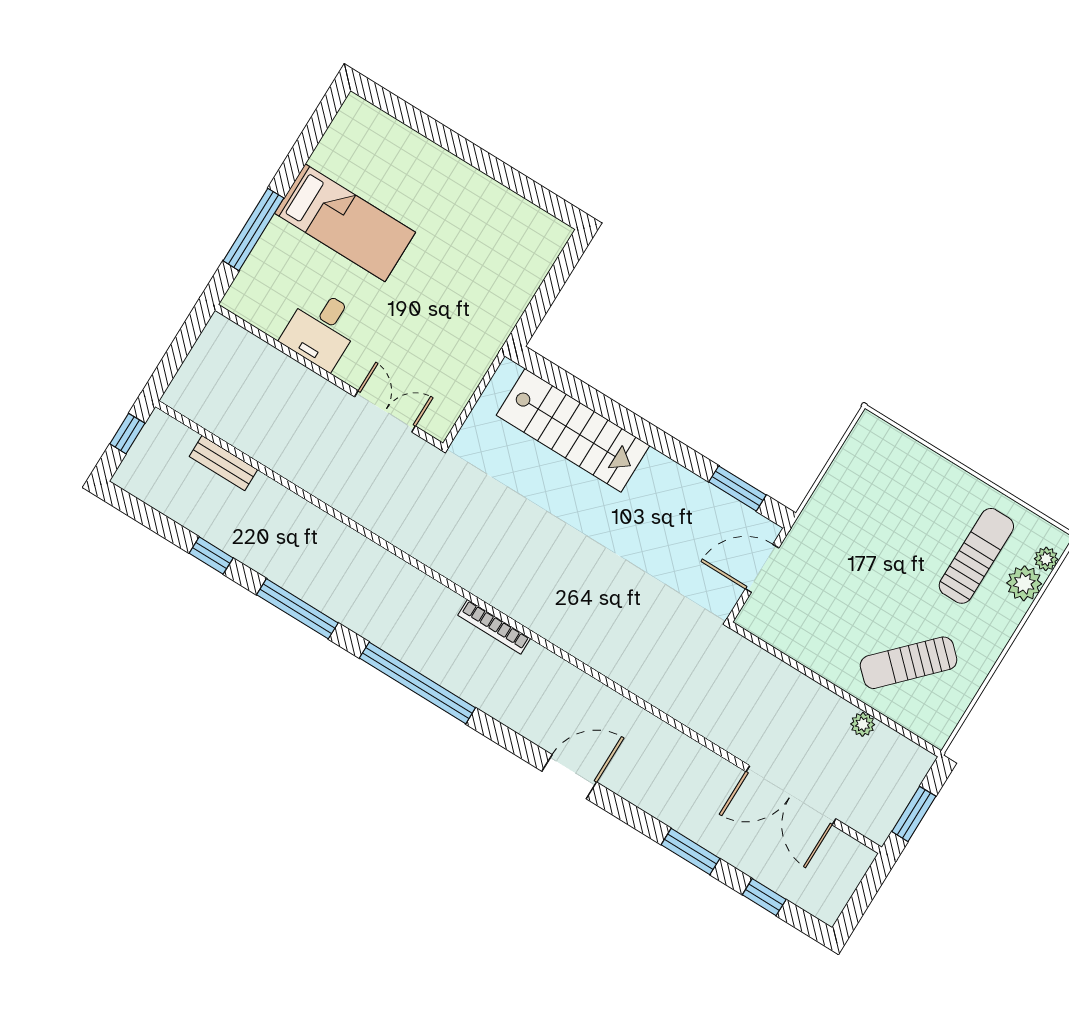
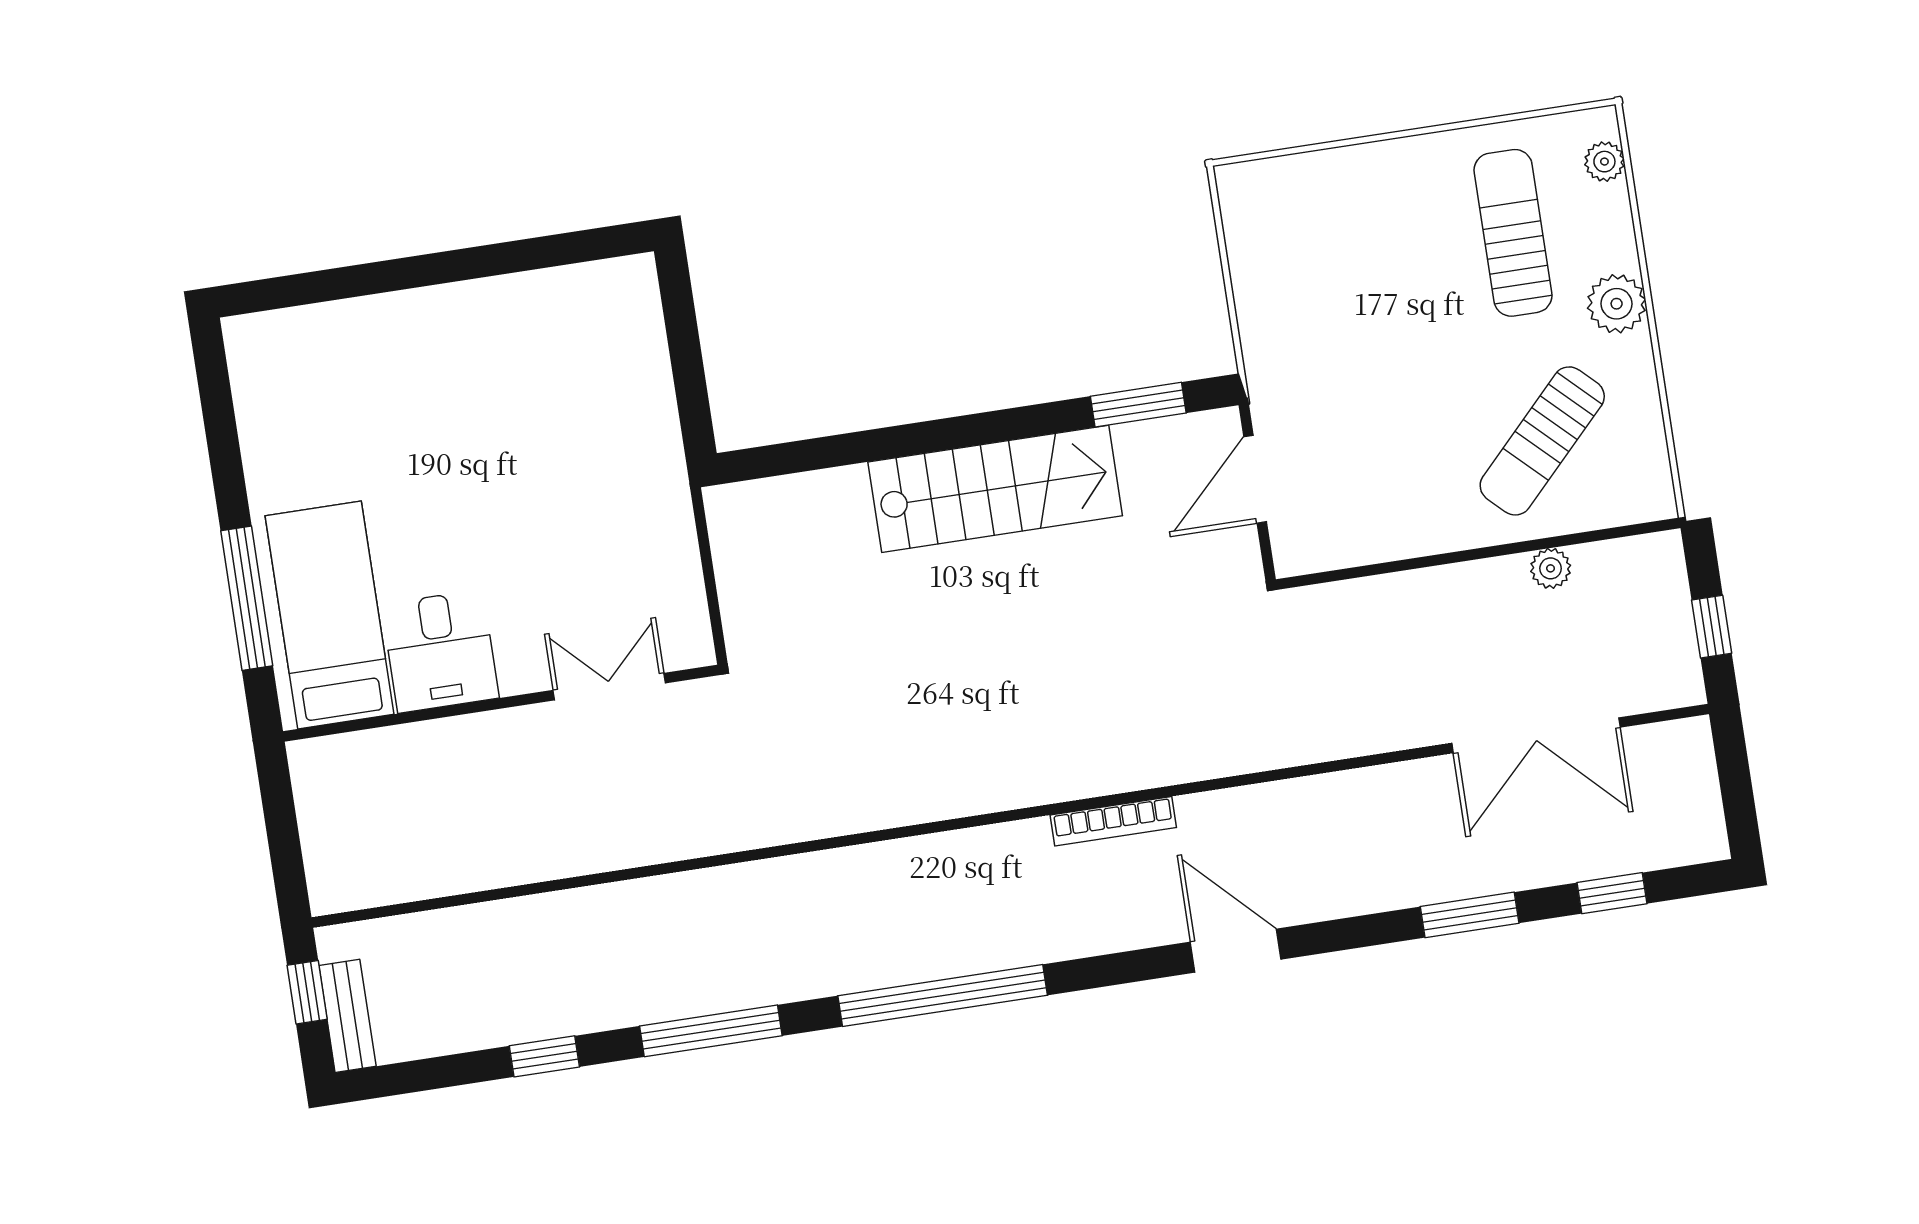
bed: (345, 223) -> (329, 615), moved, turned -90
stairs: (573, 430) -> (995, 489), moved
bench: (223, 463) -> (347, 1016), moved, turned 90
plant: (1024, 583) -> (1617, 304), moved
bookcase: (494, 627) -> (1113, 821), moved
door: (569, 777) -> (1236, 951), hinge flipped
window: (914, 814) -> (1712, 627), width x0.67

